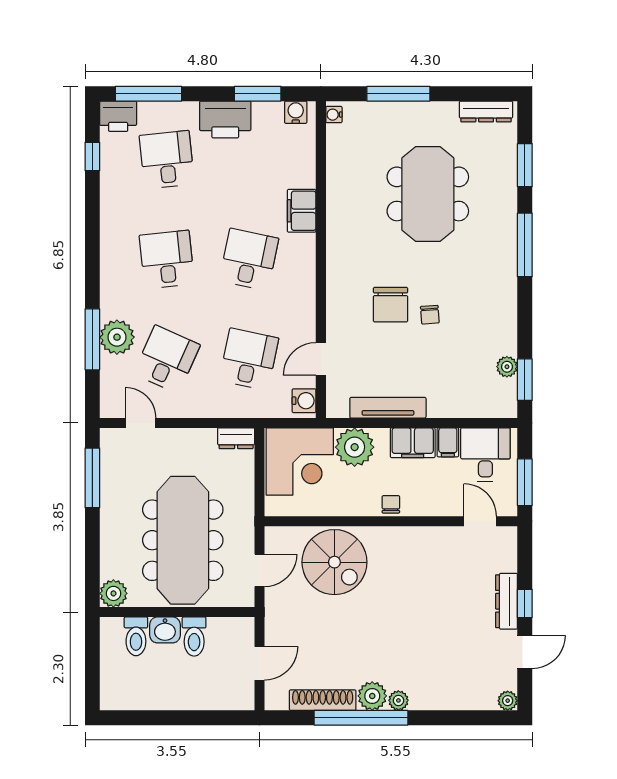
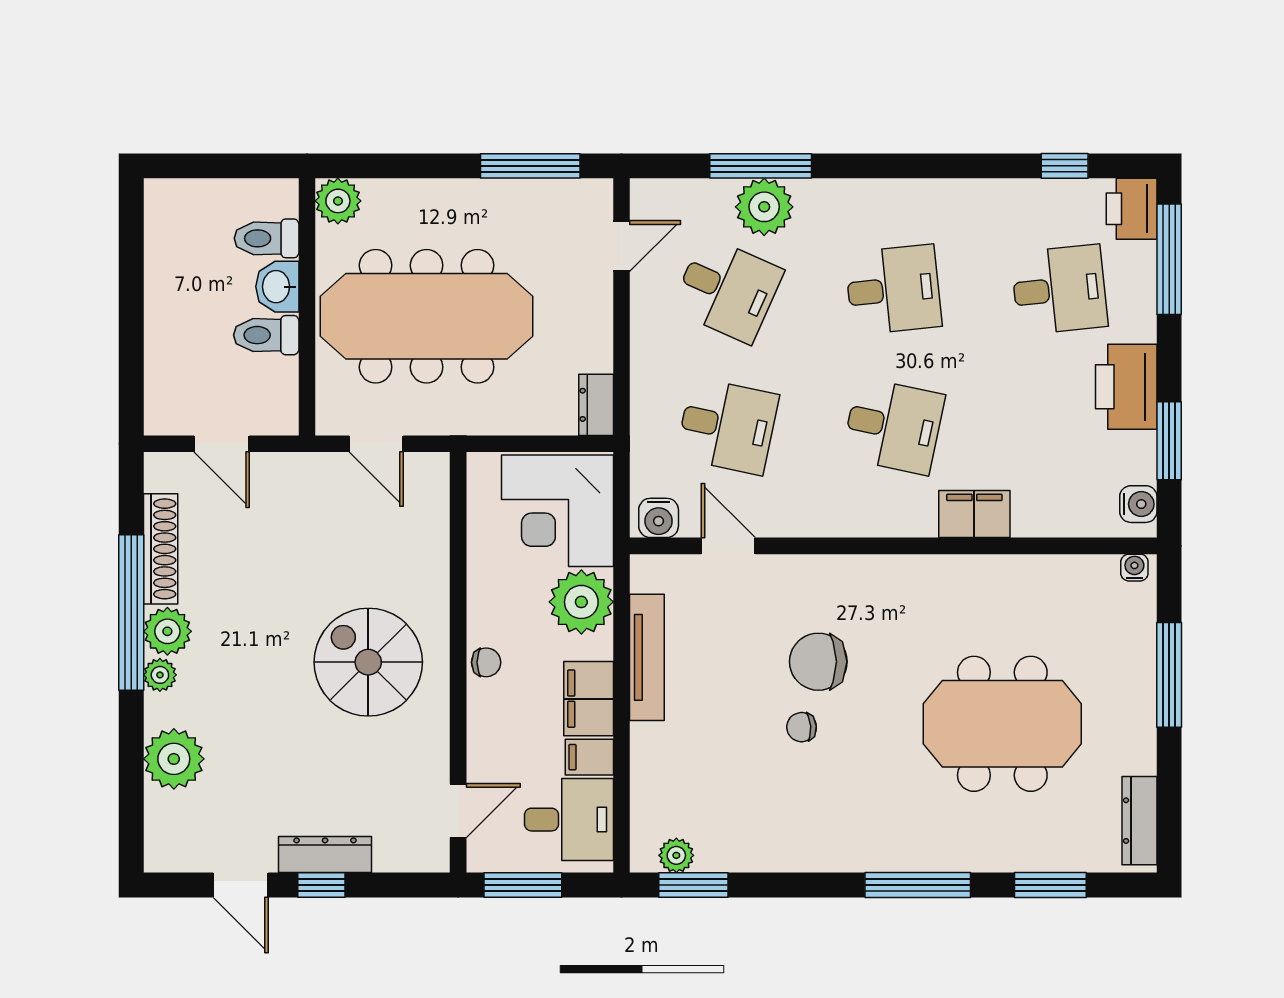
plant: (507, 367) -> (676, 855), moved
spiral stairs: (334, 562) -> (368, 662), moved, turned 90
plant: (508, 701) -> (174, 759), moved, width x1.88, depth x1.88

